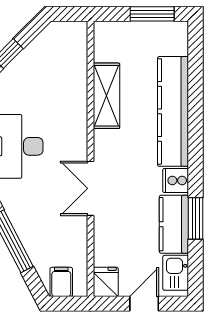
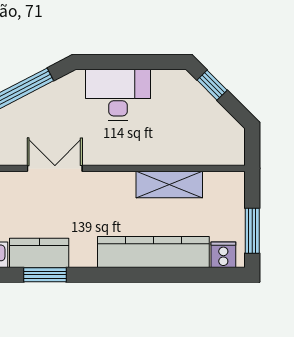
cooker: (176, 180) -> (223, 255), moved
double door: (90, 188) -> (55, 168), moved

